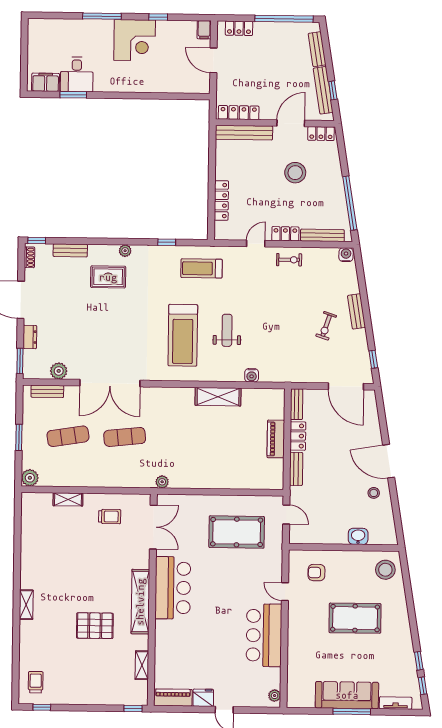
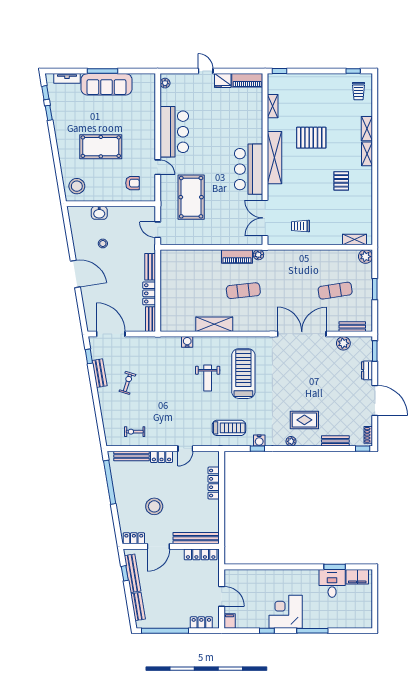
water cooler: (346, 255) -> (259, 441), moved
exercise bike: (289, 260) -> (135, 432), moved
bench: (356, 311) -> (100, 373), moved
exercise mat: (125, 437) -> (243, 291), moved
piano: (276, 439) -> (237, 256), moved, turned 90
stool: (374, 493) -> (103, 243), moved
shelving: (68, 499) -> (355, 239), moved
pool table: (237, 532) -> (191, 197), moved, turned 90
pallet: (59, 572) -> (341, 181), added
shelving: (26, 636) -> (367, 129), added

